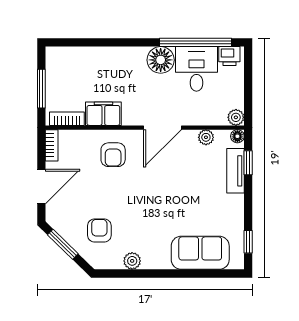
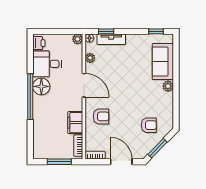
window: (195, 42) -> (30, 97), moved
armchair: (99, 230) -> (149, 125), turned 180
plant: (132, 261) -> (168, 86), moved

